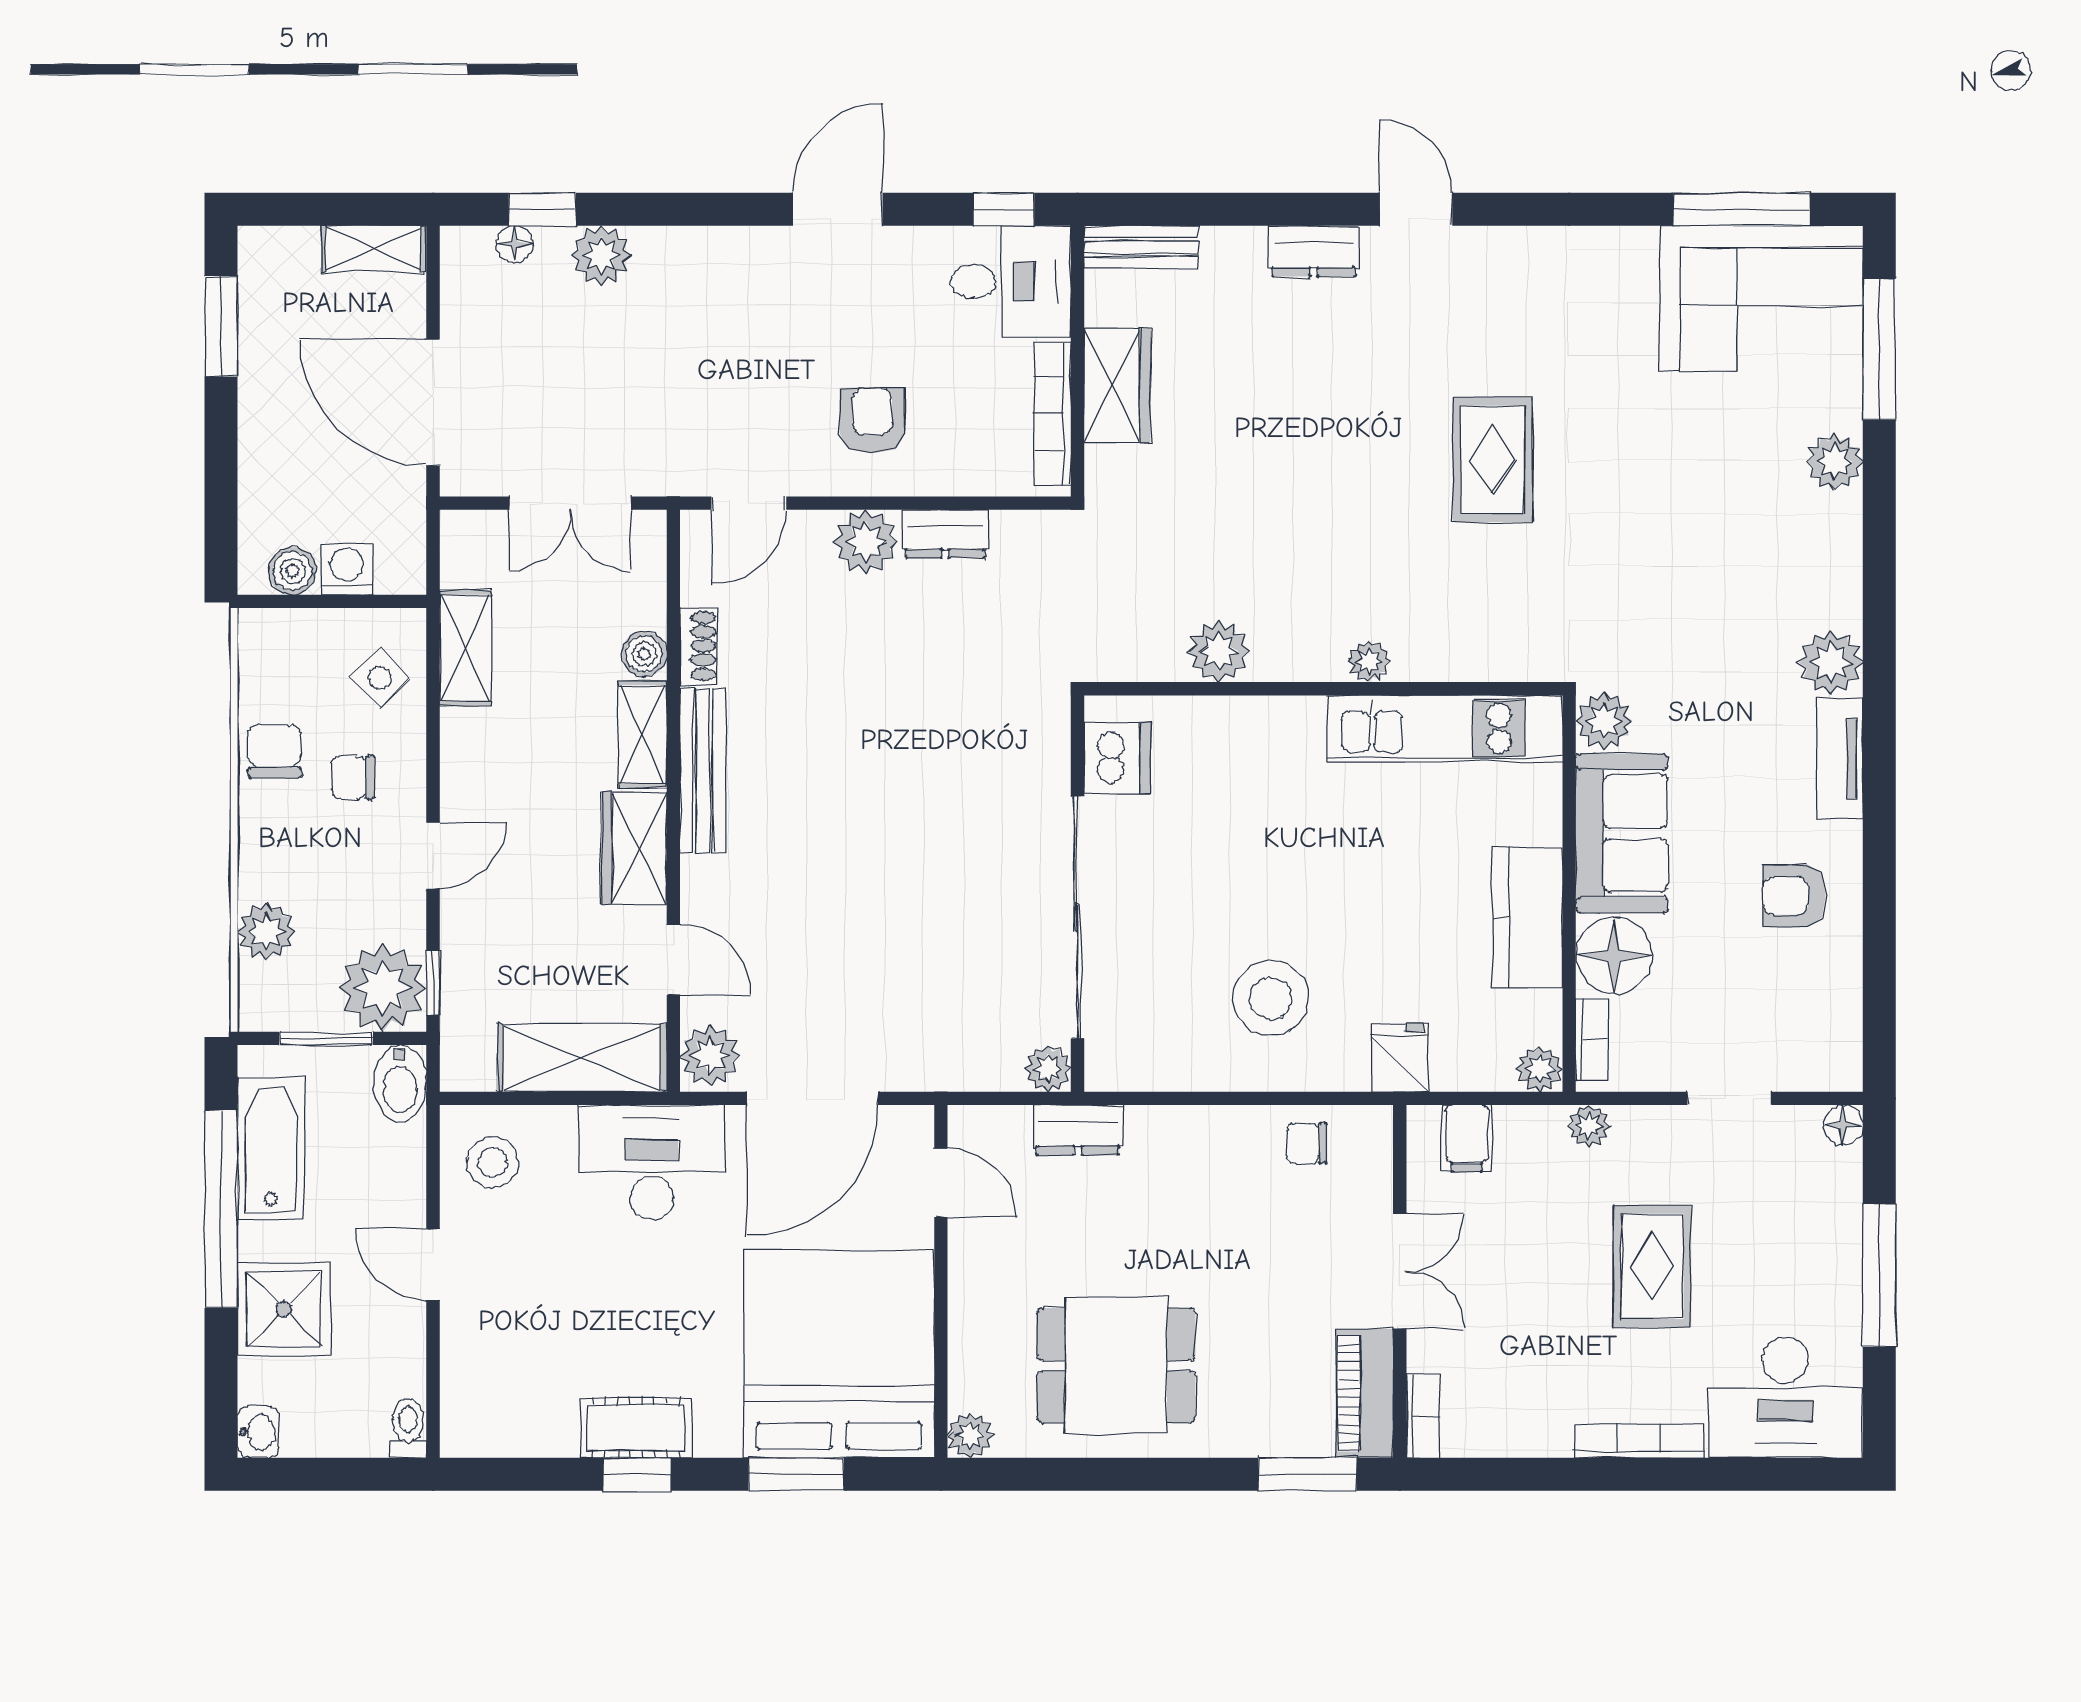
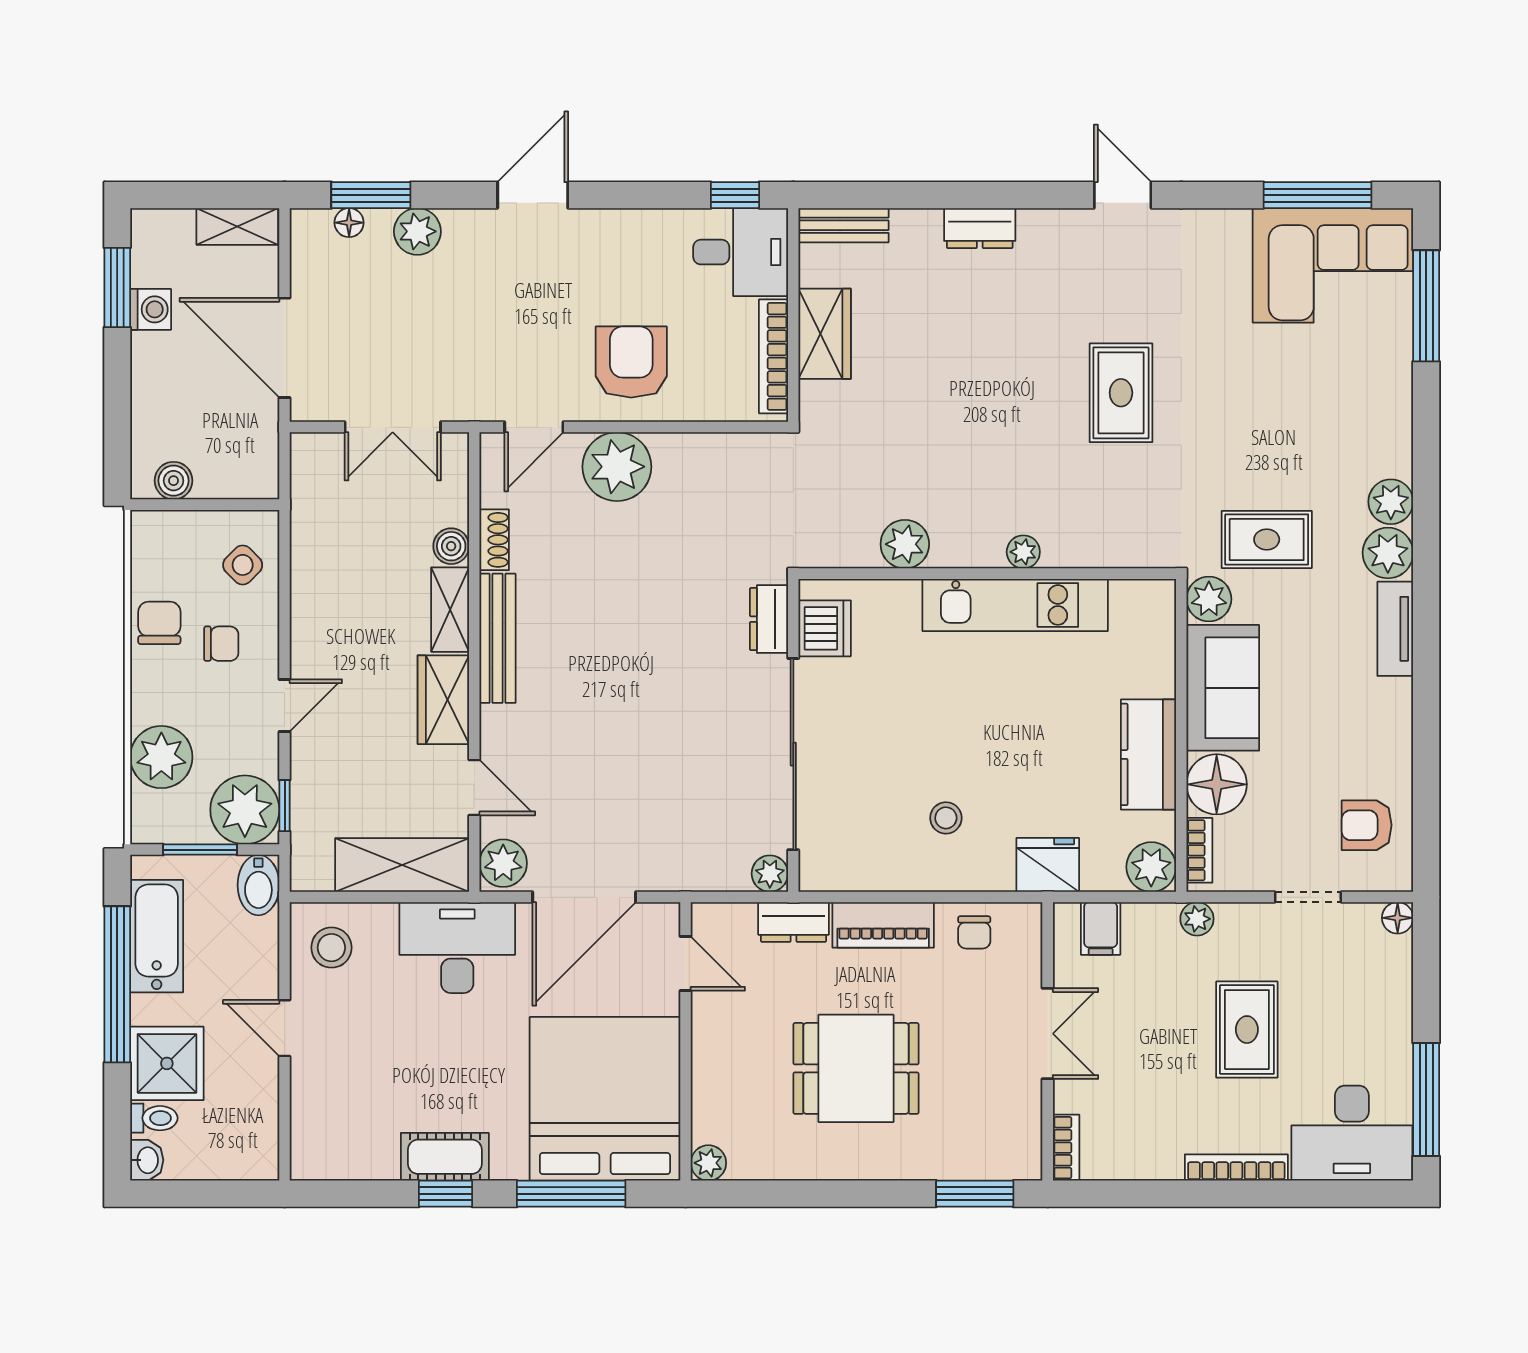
window: (542, 209) -> (371, 195), width x1.50
door: (838, 209) -> (533, 195), moved
door: (1416, 209) -> (1123, 195), moved
armchair: (872, 421) -> (631, 362), width x1.38, depth x1.38
plant: (1834, 462) -> (1391, 502), moved
dresser: (945, 534) -> (769, 619), moved, turned 90
plant: (866, 542) -> (617, 467), width x1.36, depth x1.36
washing machine: (346, 569) -> (151, 309), moved, turned 90
rug: (1677, 646) -> (1267, 540), added
shelving: (466, 648) -> (310, 541), removed
kitchen unit: (1445, 728) -> (1015, 605), moved
chair: (353, 777) -> (221, 644), turned 180
armchair: (1794, 896) -> (1367, 825), moved
plant: (266, 932) -> (161, 757), width x1.36, depth x1.36
stool: (1271, 998) -> (946, 818), width x0.53, depth x0.53
fridge: (1400, 1058) -> (1048, 865), width x1.38
plant: (1540, 1069) -> (1151, 867), width x1.38, depth x1.38
chair: (1307, 1143) -> (974, 932), turned -90
window: (1879, 1275) -> (1426, 1099), moved
dining table: (1116, 1366) -> (856, 1068), moved
piano: (1364, 1393) -> (883, 925), moved, turned -90
toilet: (408, 1428) -> (154, 1118), moved, turned 90
window: (796, 1474) -> (571, 1194), width x1.44

